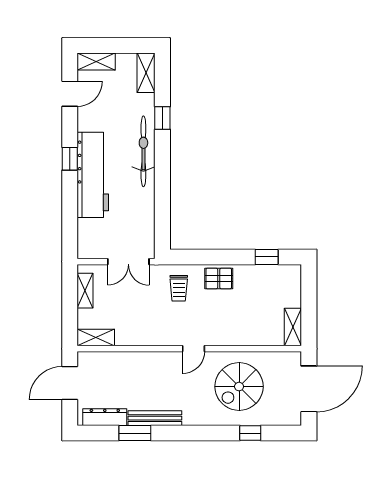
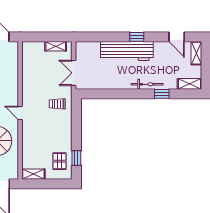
bicycle: (143, 151) -> (147, 84), width x0.73, depth x0.71
pallet: (219, 279) -> (59, 161), moved
shelving: (96, 338) -> (27, 53), removed

